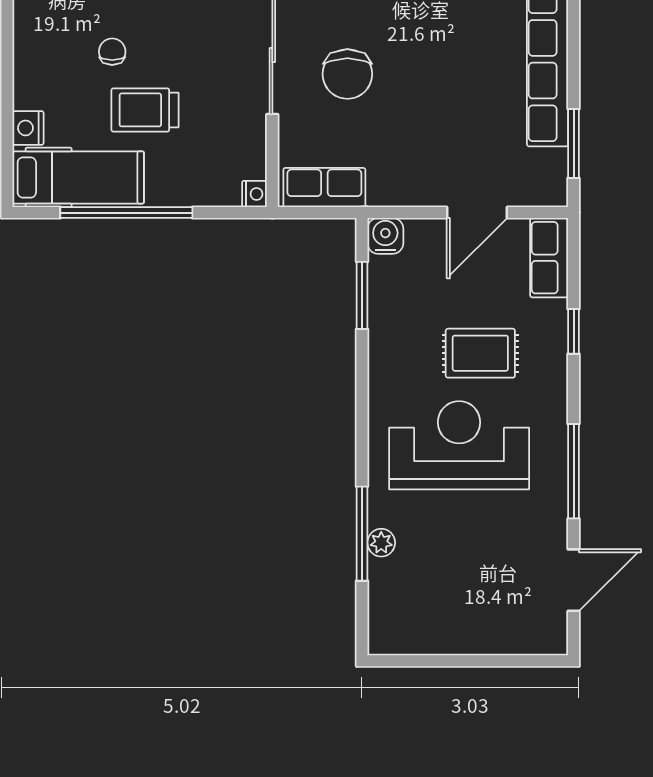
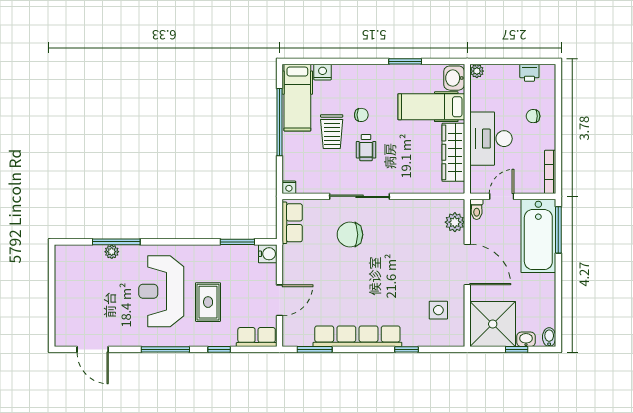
wheelchair: (176, 42) -> (366, 148), added
trolley: (145, 110) -> (332, 132), turned 180
door: (477, 213) -> (280, 300), swing flipped
reception desk: (459, 445) -> (161, 291), turned 180
window: (574, 471) -> (165, 349), moved

